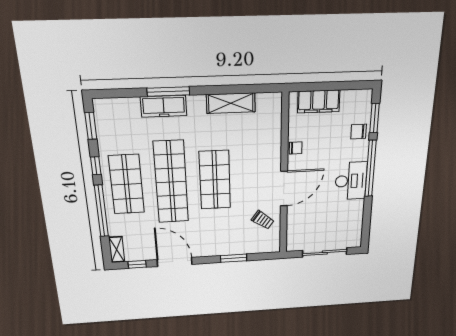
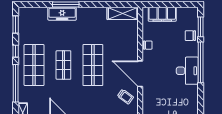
shelving: (231, 103) -> (123, 13), moved
shop shelf: (171, 182) -> (63, 65), width x0.50, depth x0.74
door: (284, 189) -> (140, 74), swing flipped

